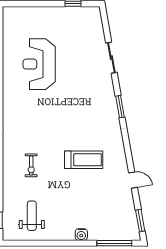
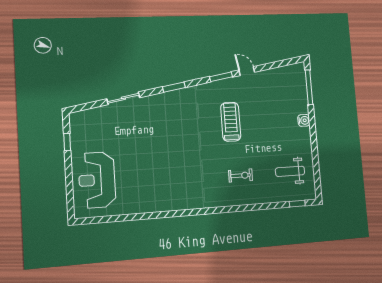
reception desk: (39, 64) -> (97, 180), moved, turned 90
door: (133, 180) -> (247, 71), hinge flipped
window: (140, 220) -> (221, 77), moved

